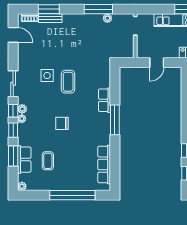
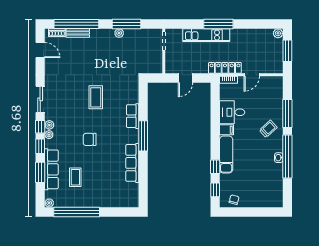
window: (49, 9) -> (76, 24), width x2.11
plant: (107, 18) -> (119, 33), moved
side table: (47, 76) -> (75, 91), removed
row of seats: (24, 160) -> (51, 169), width x1.48
row of seats: (104, 165) -> (132, 163), moved
window: (72, 195) -> (77, 212), moved

